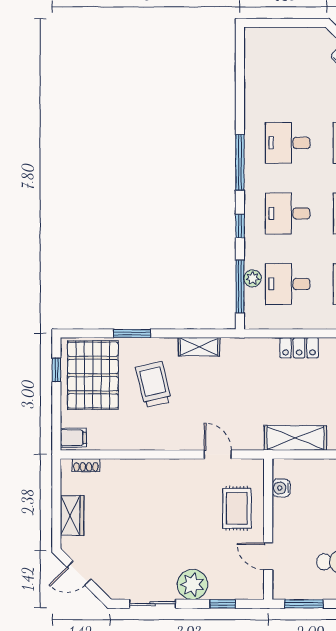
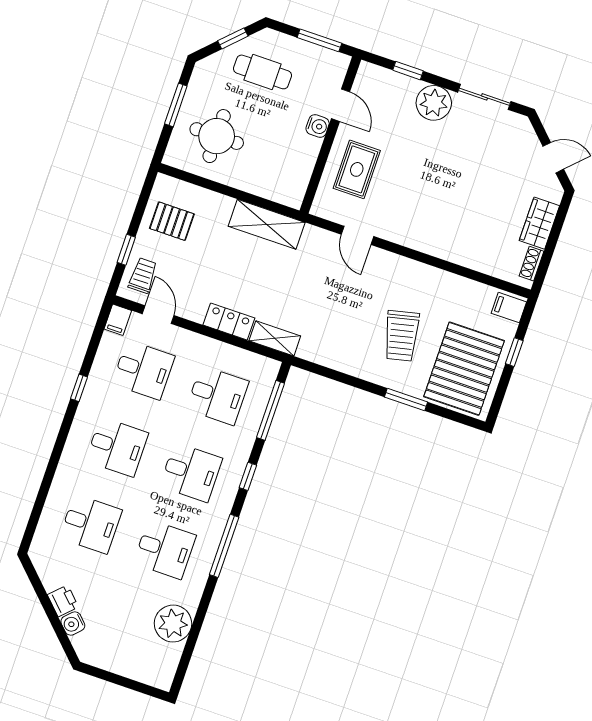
plant: (253, 278) -> (173, 624), moved, width x1.88, depth x1.88
shelving: (199, 347) -> (275, 338), moved
window: (56, 370) -> (514, 352), moved
shoe rack: (86, 465) -> (532, 264), moved, turned -90
water cooler: (281, 488) -> (318, 126), moved

